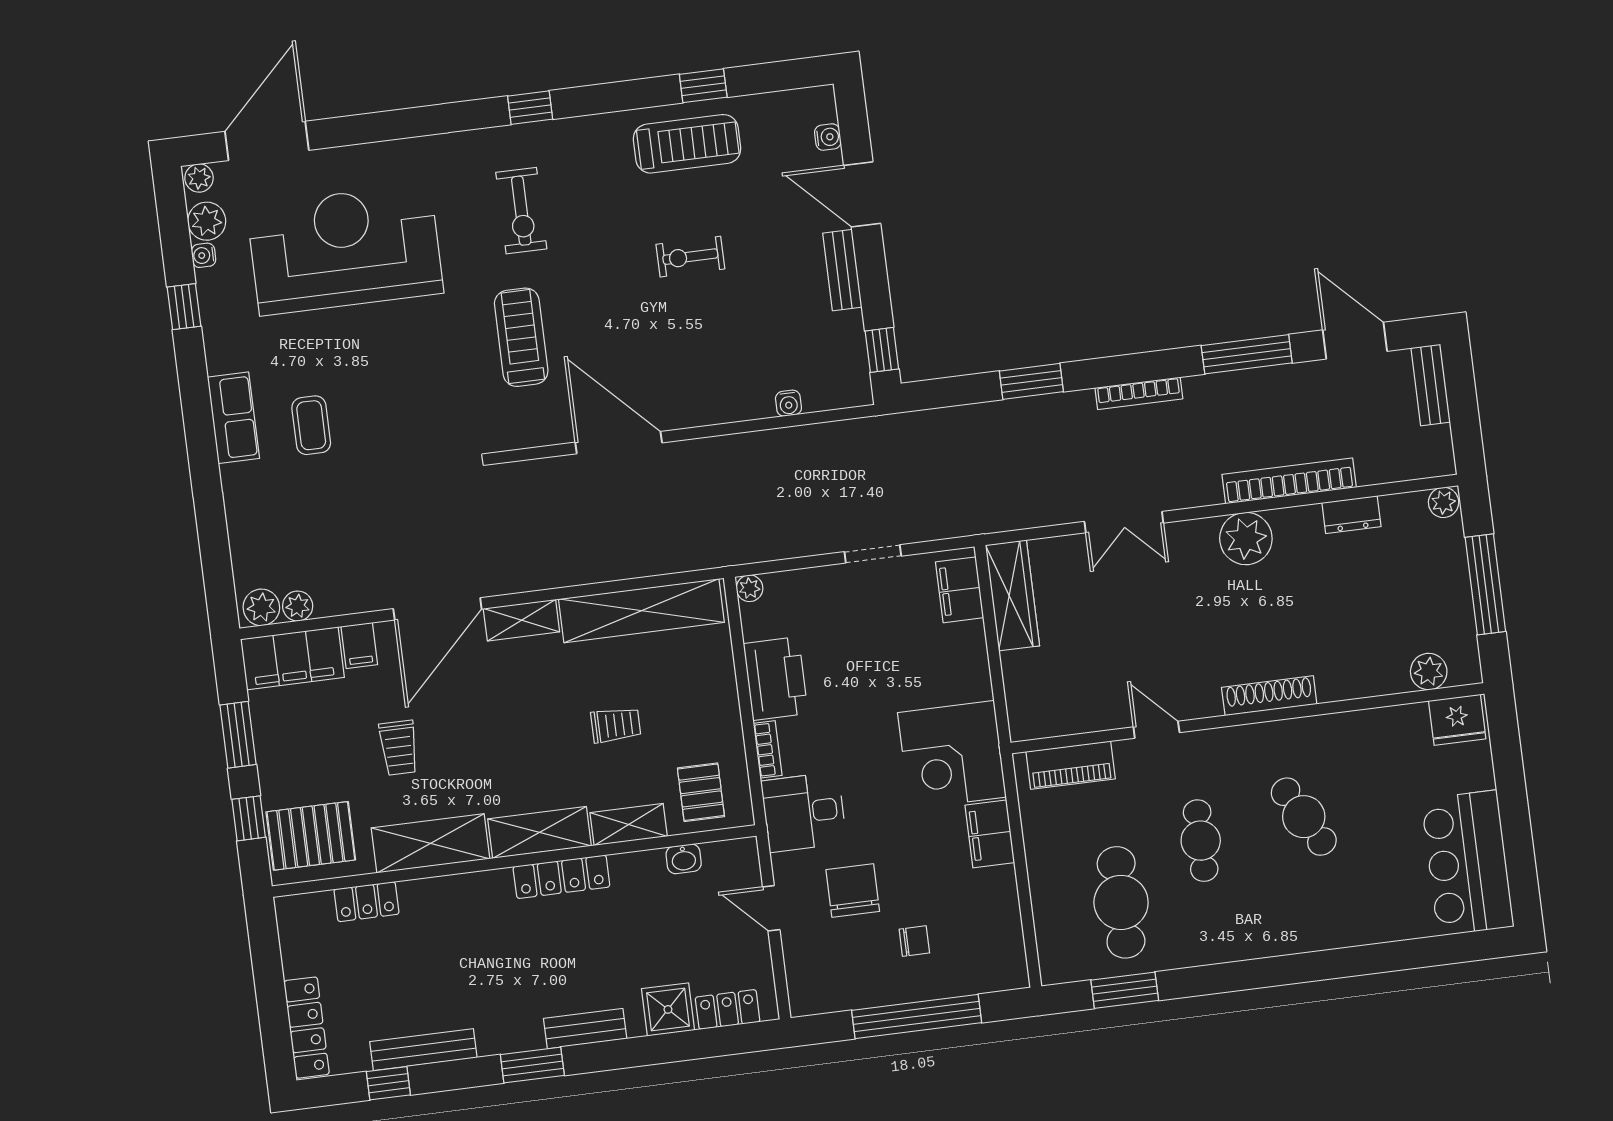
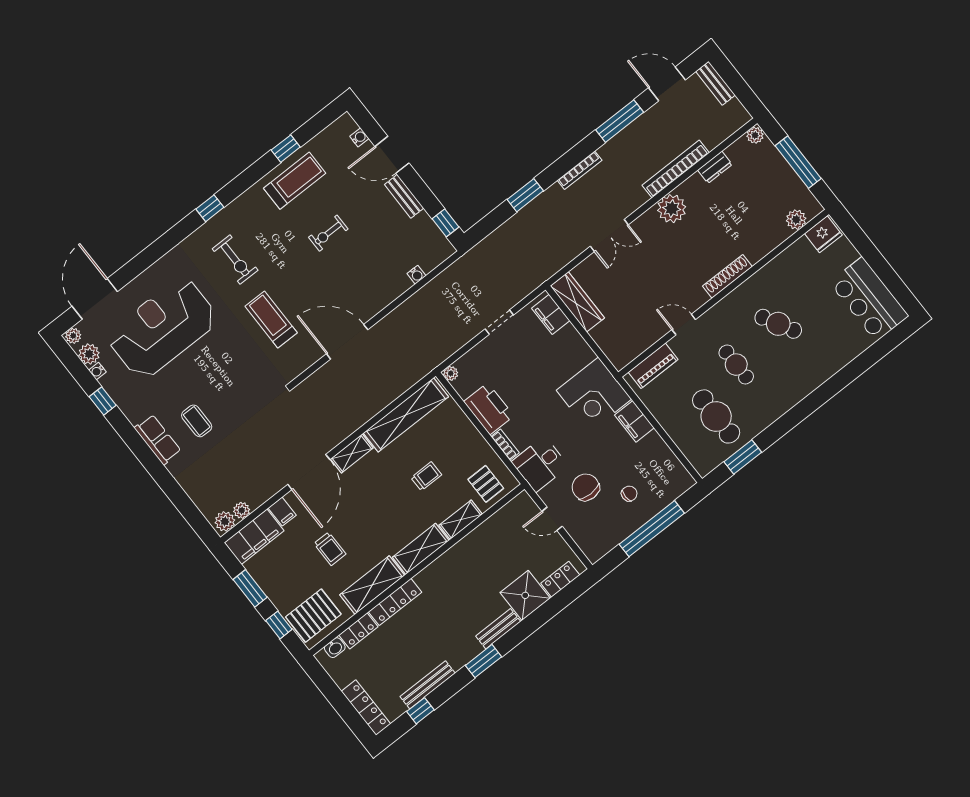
washbasin: (684, 859) -> (335, 648), moved
locker: (561, 877) -> (395, 602), moved
shower: (668, 1009) -> (525, 595), width x1.36, depth x1.36

